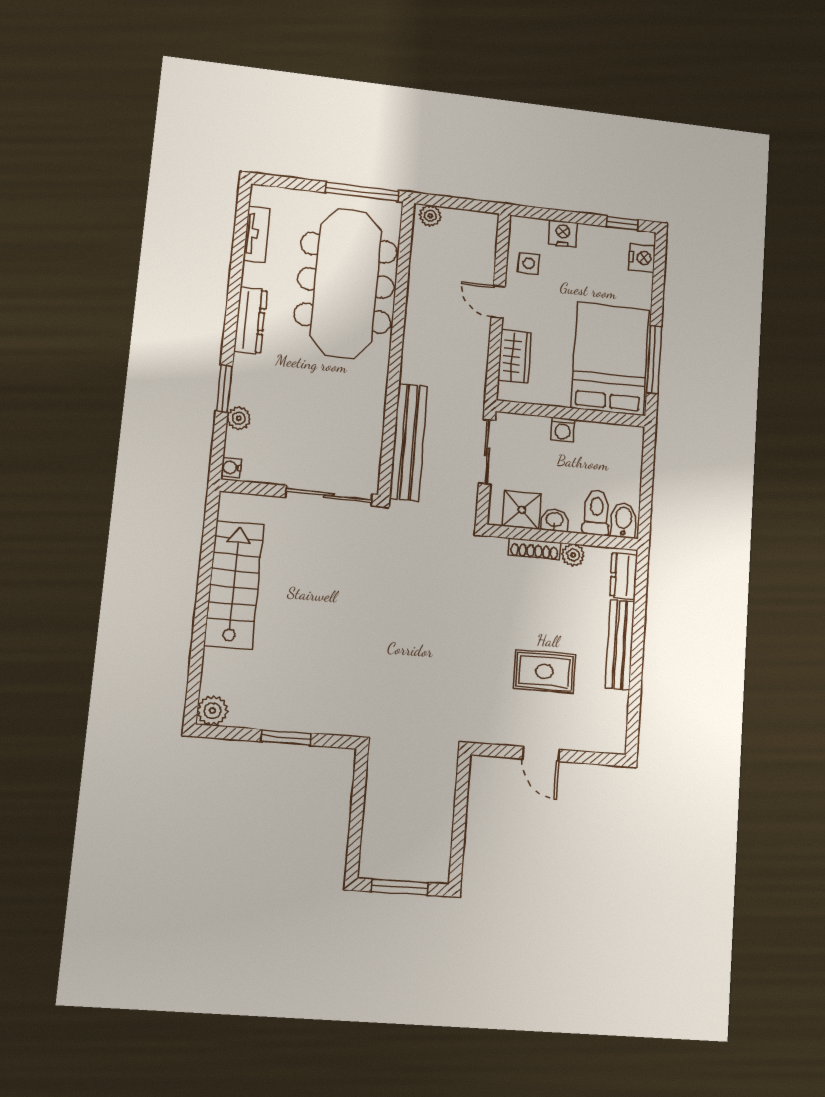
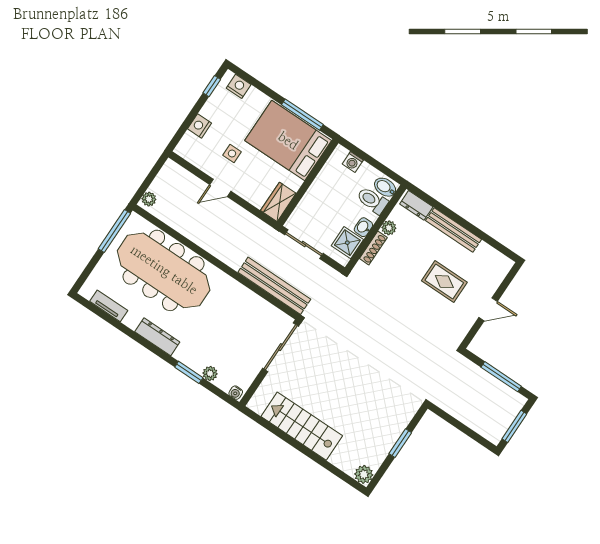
side table: (529, 263) -> (232, 153), moved
wardrobe: (515, 356) -> (278, 202), moved, turned -90
washing machine: (563, 430) -> (353, 162), moved, turned 90
rug: (544, 671) -> (444, 282), turned 90
window: (459, 827) -> (501, 377), added

